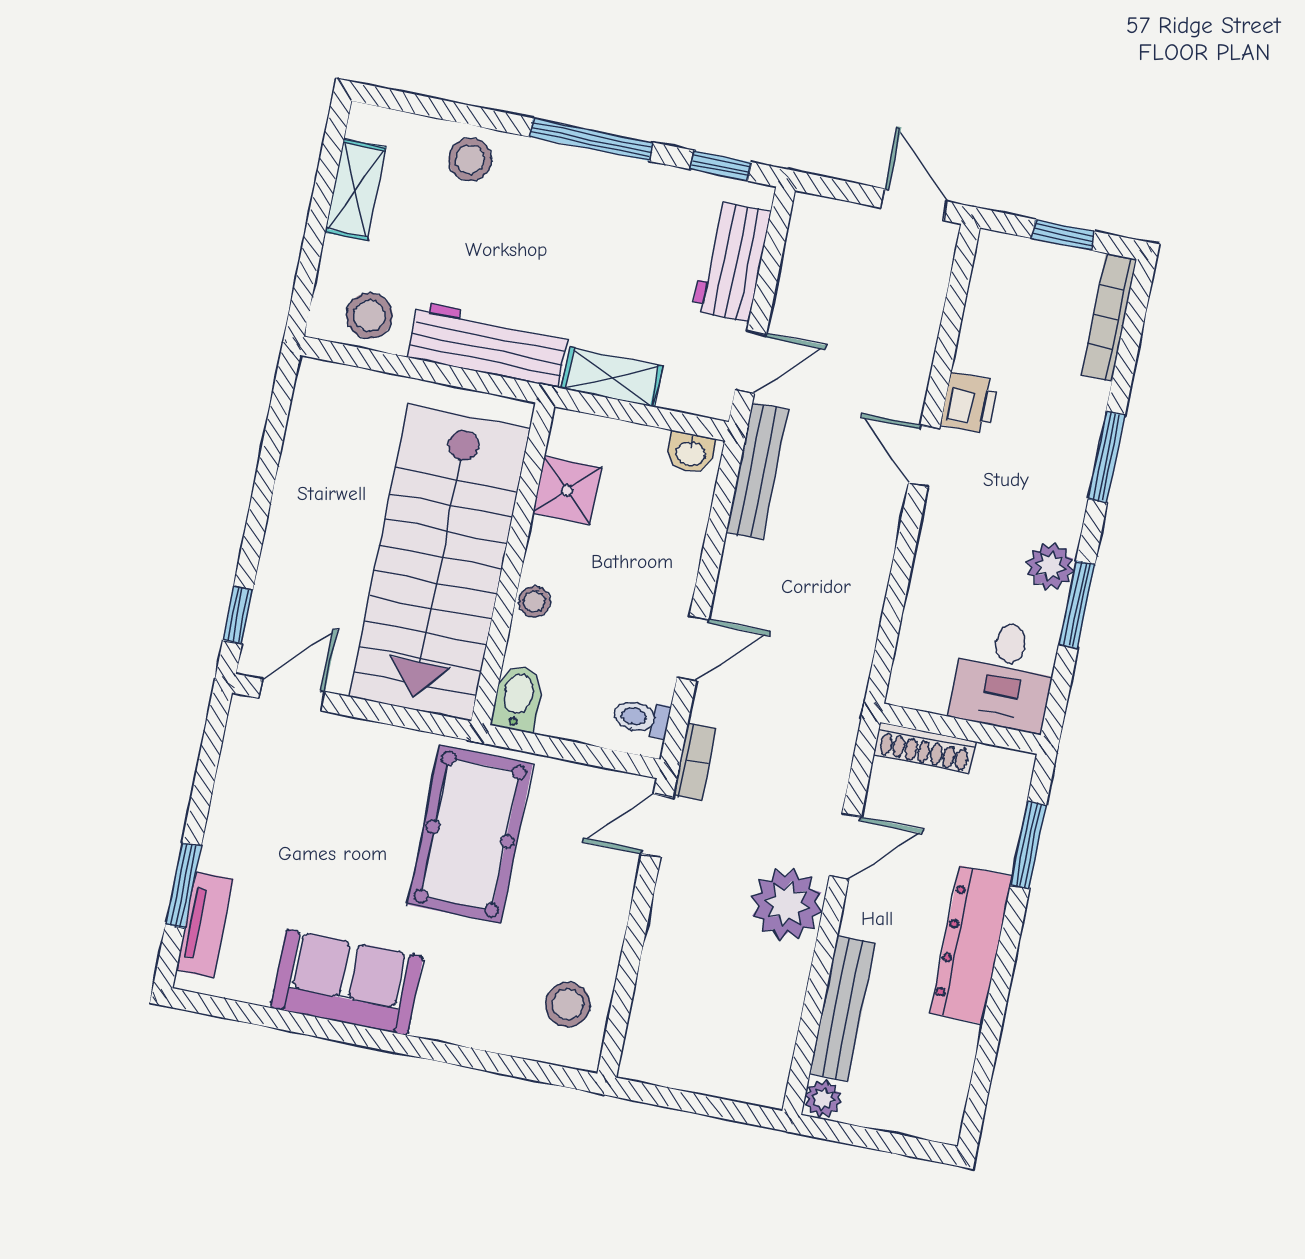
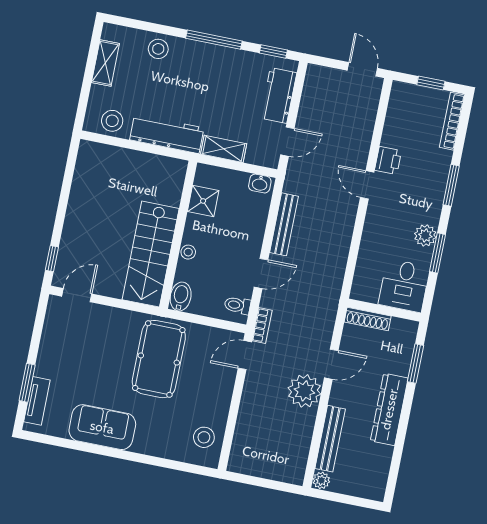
bench: (757, 471) -> (284, 224), moved
stairs: (440, 563) -> (151, 254), width x0.73, depth x0.66

